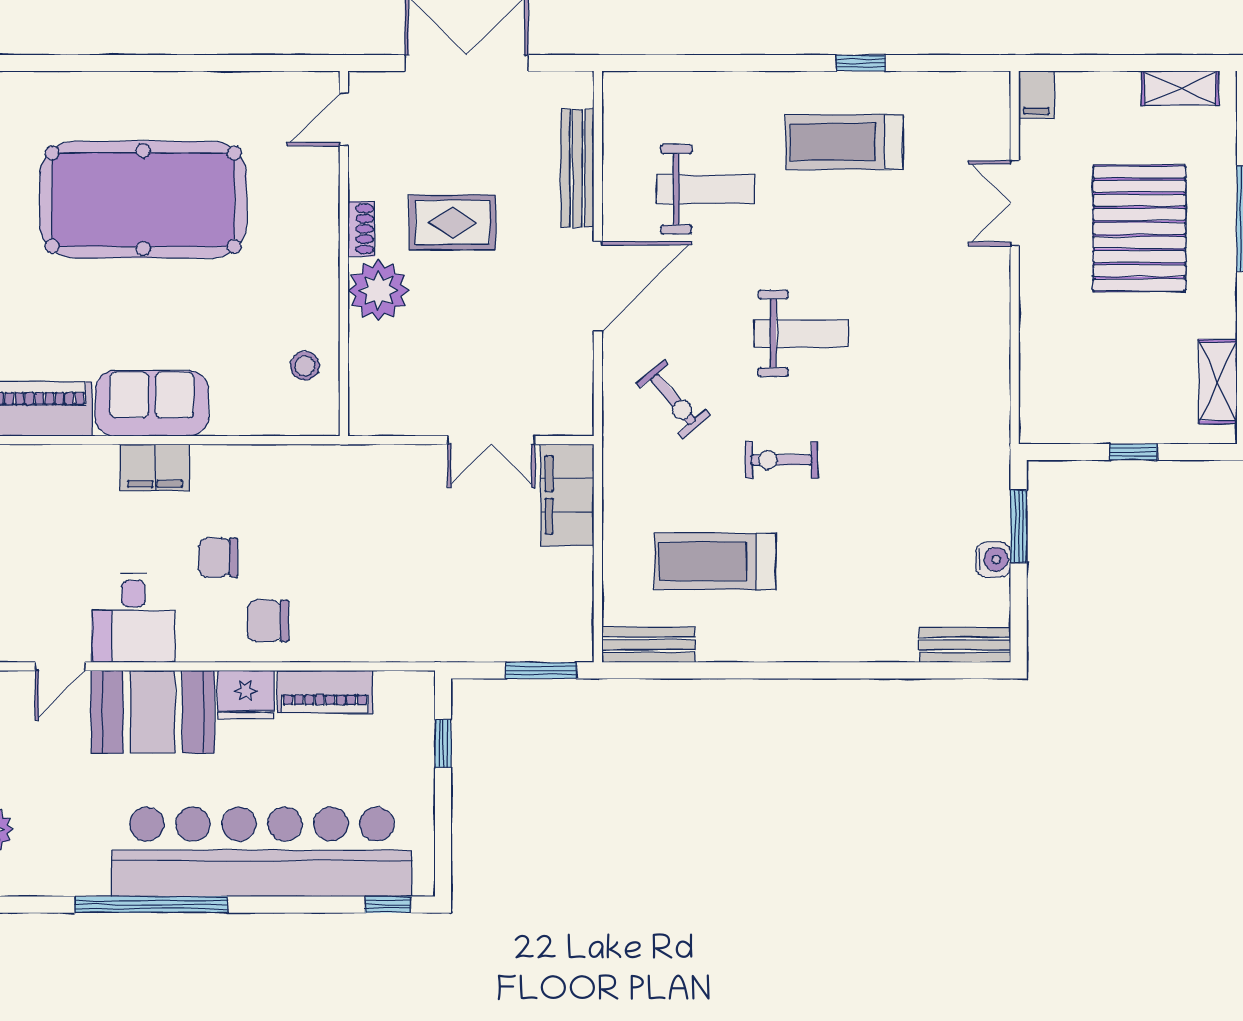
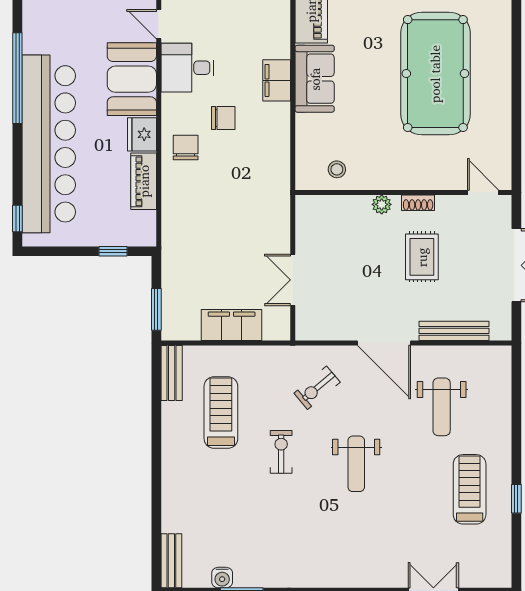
plant: (378, 290) -> (382, 204), width x0.53, depth x0.53
filing cabinet: (568, 495) -> (232, 325), moved
chair: (218, 558) -> (223, 118), turned 90

